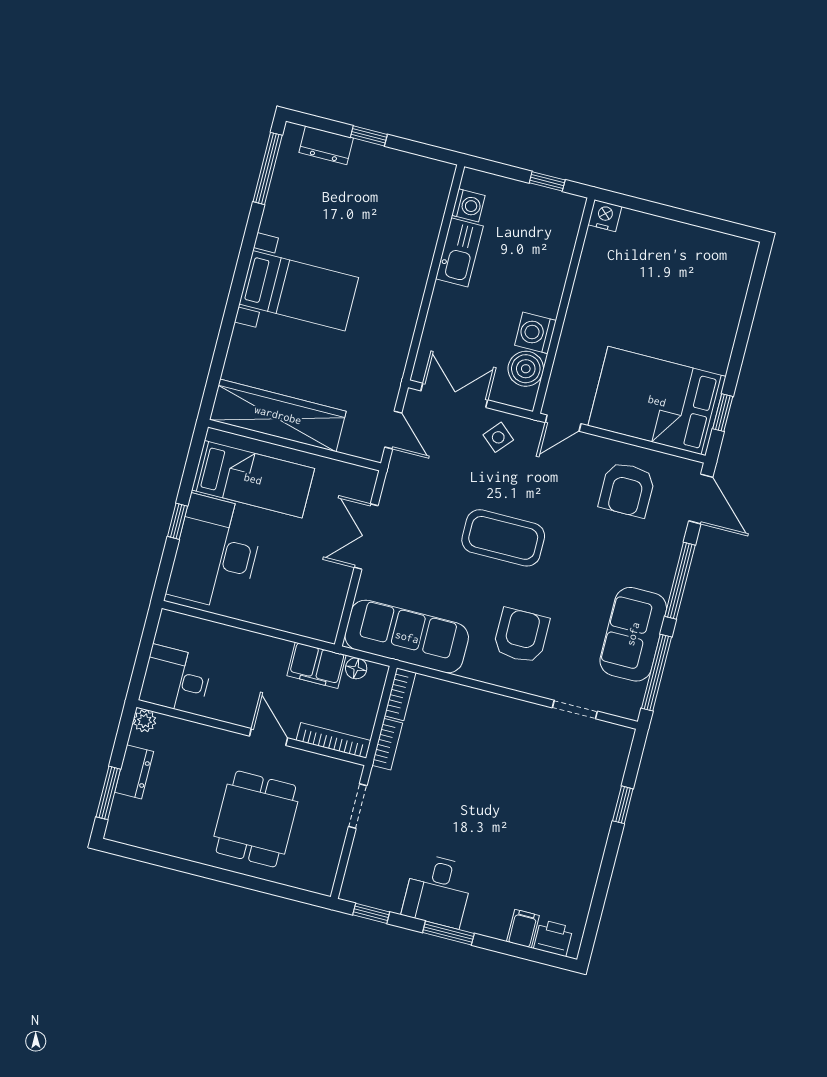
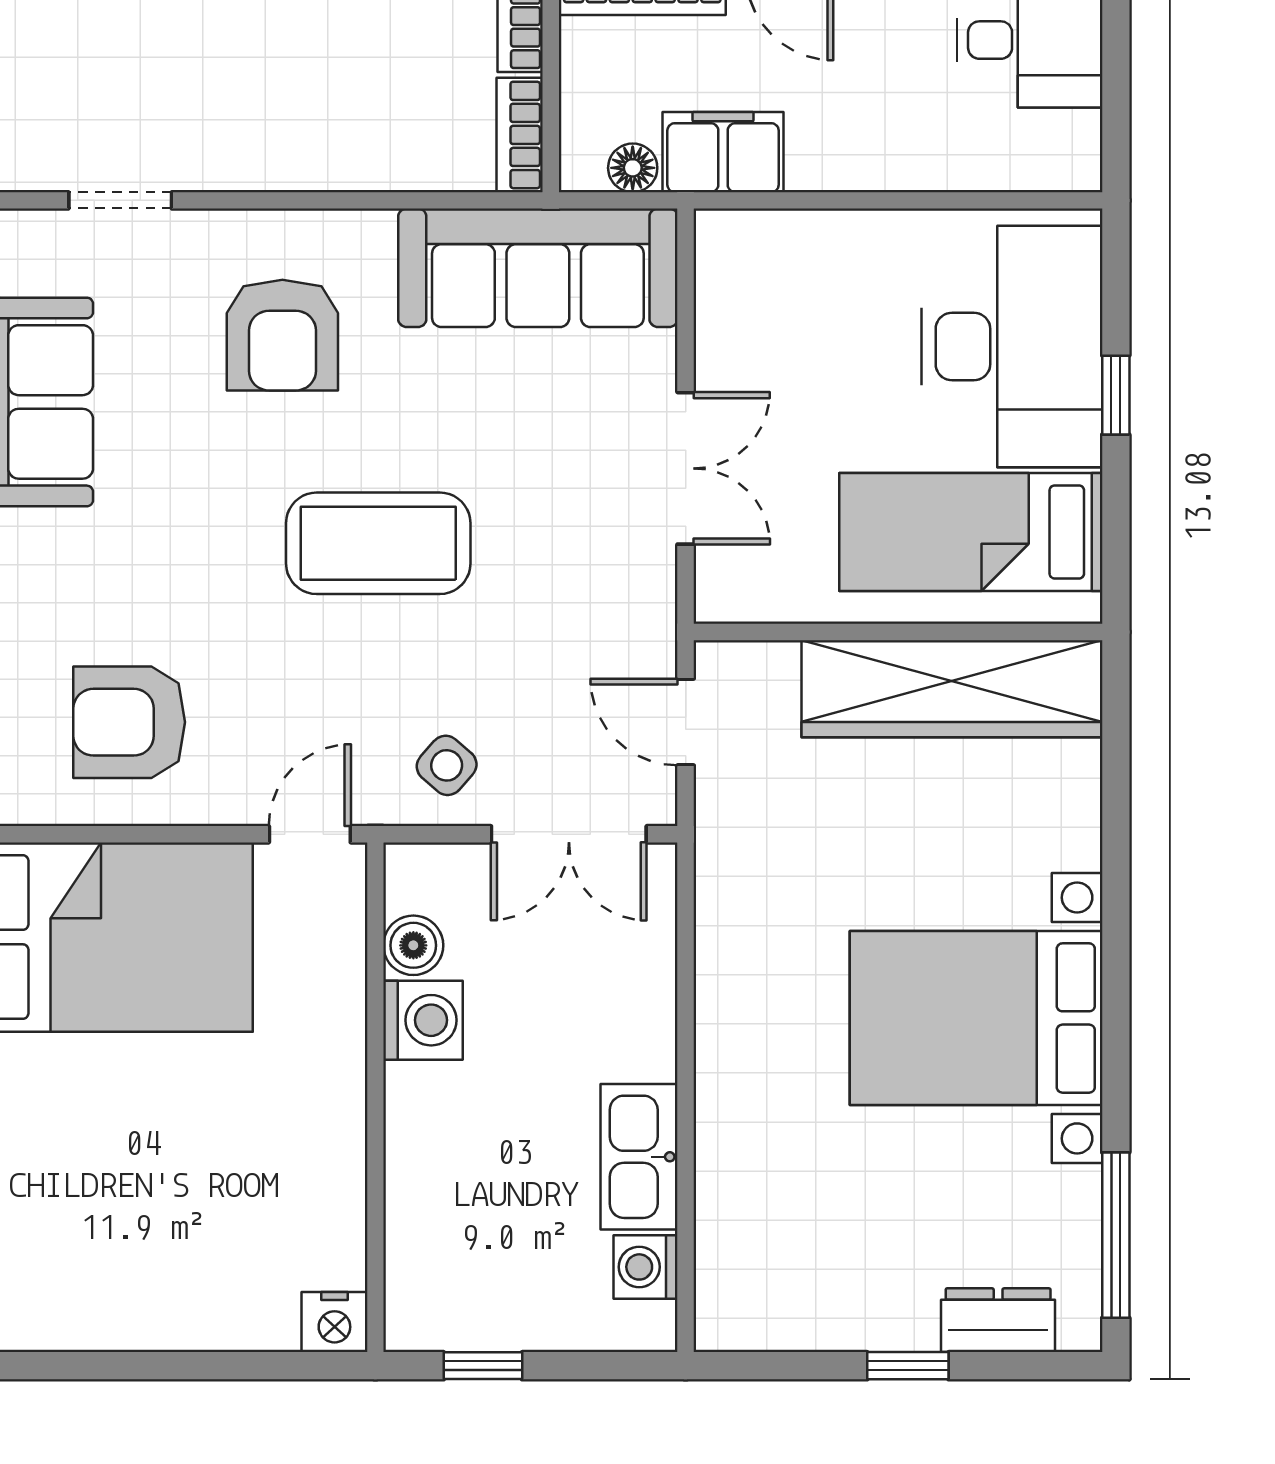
bed with nightstands: (299, 291) -> (976, 1018), width x1.36
boiler: (526, 369) -> (413, 945), width x0.73, depth x0.73
armchair: (627, 489) -> (129, 722), turned -90

